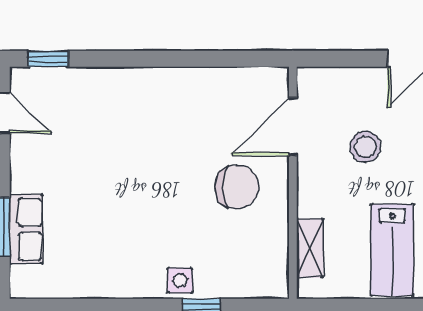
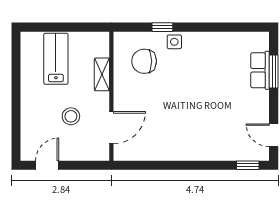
chair: (237, 187) -> (144, 61), moved
shelving: (310, 248) -> (102, 74), moved

